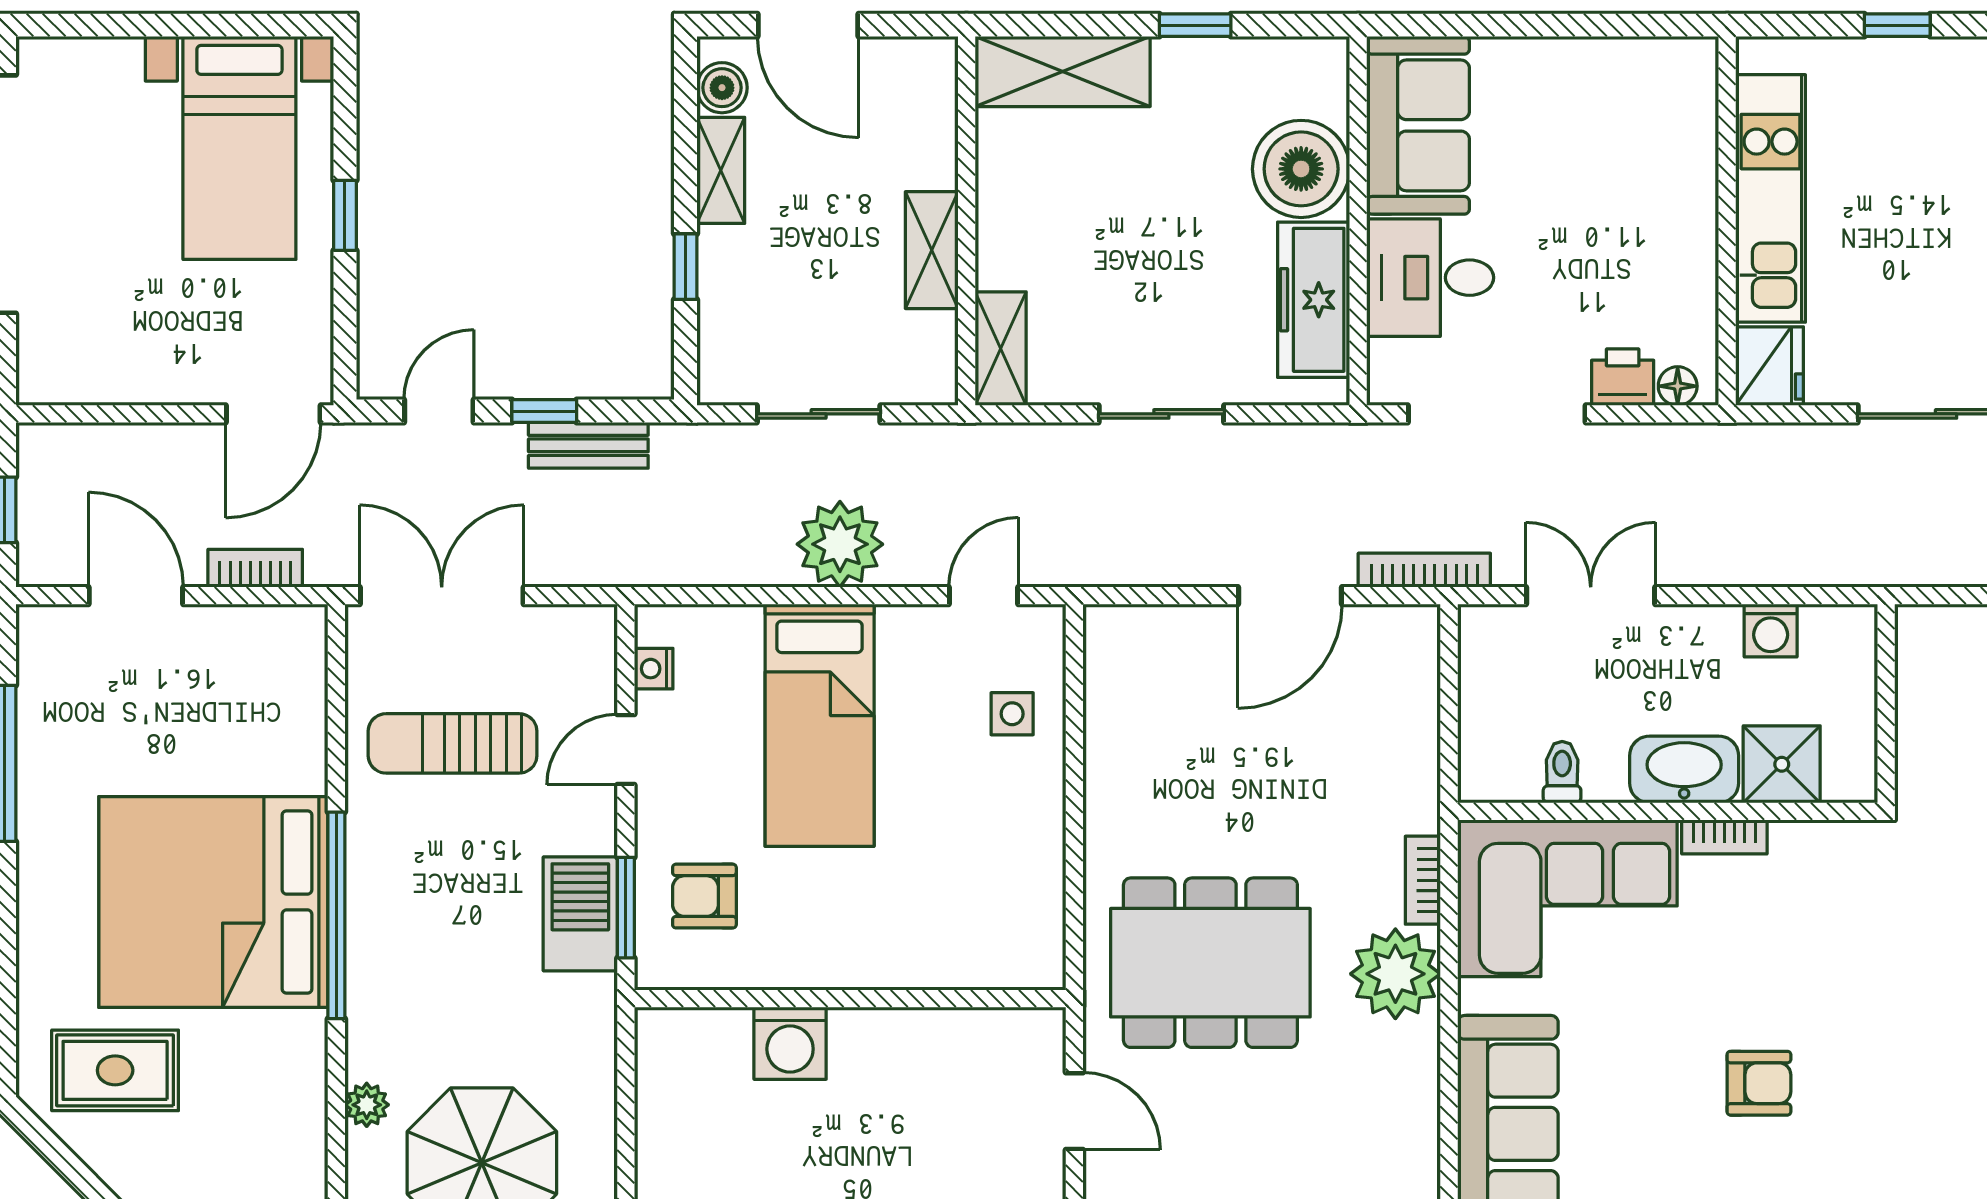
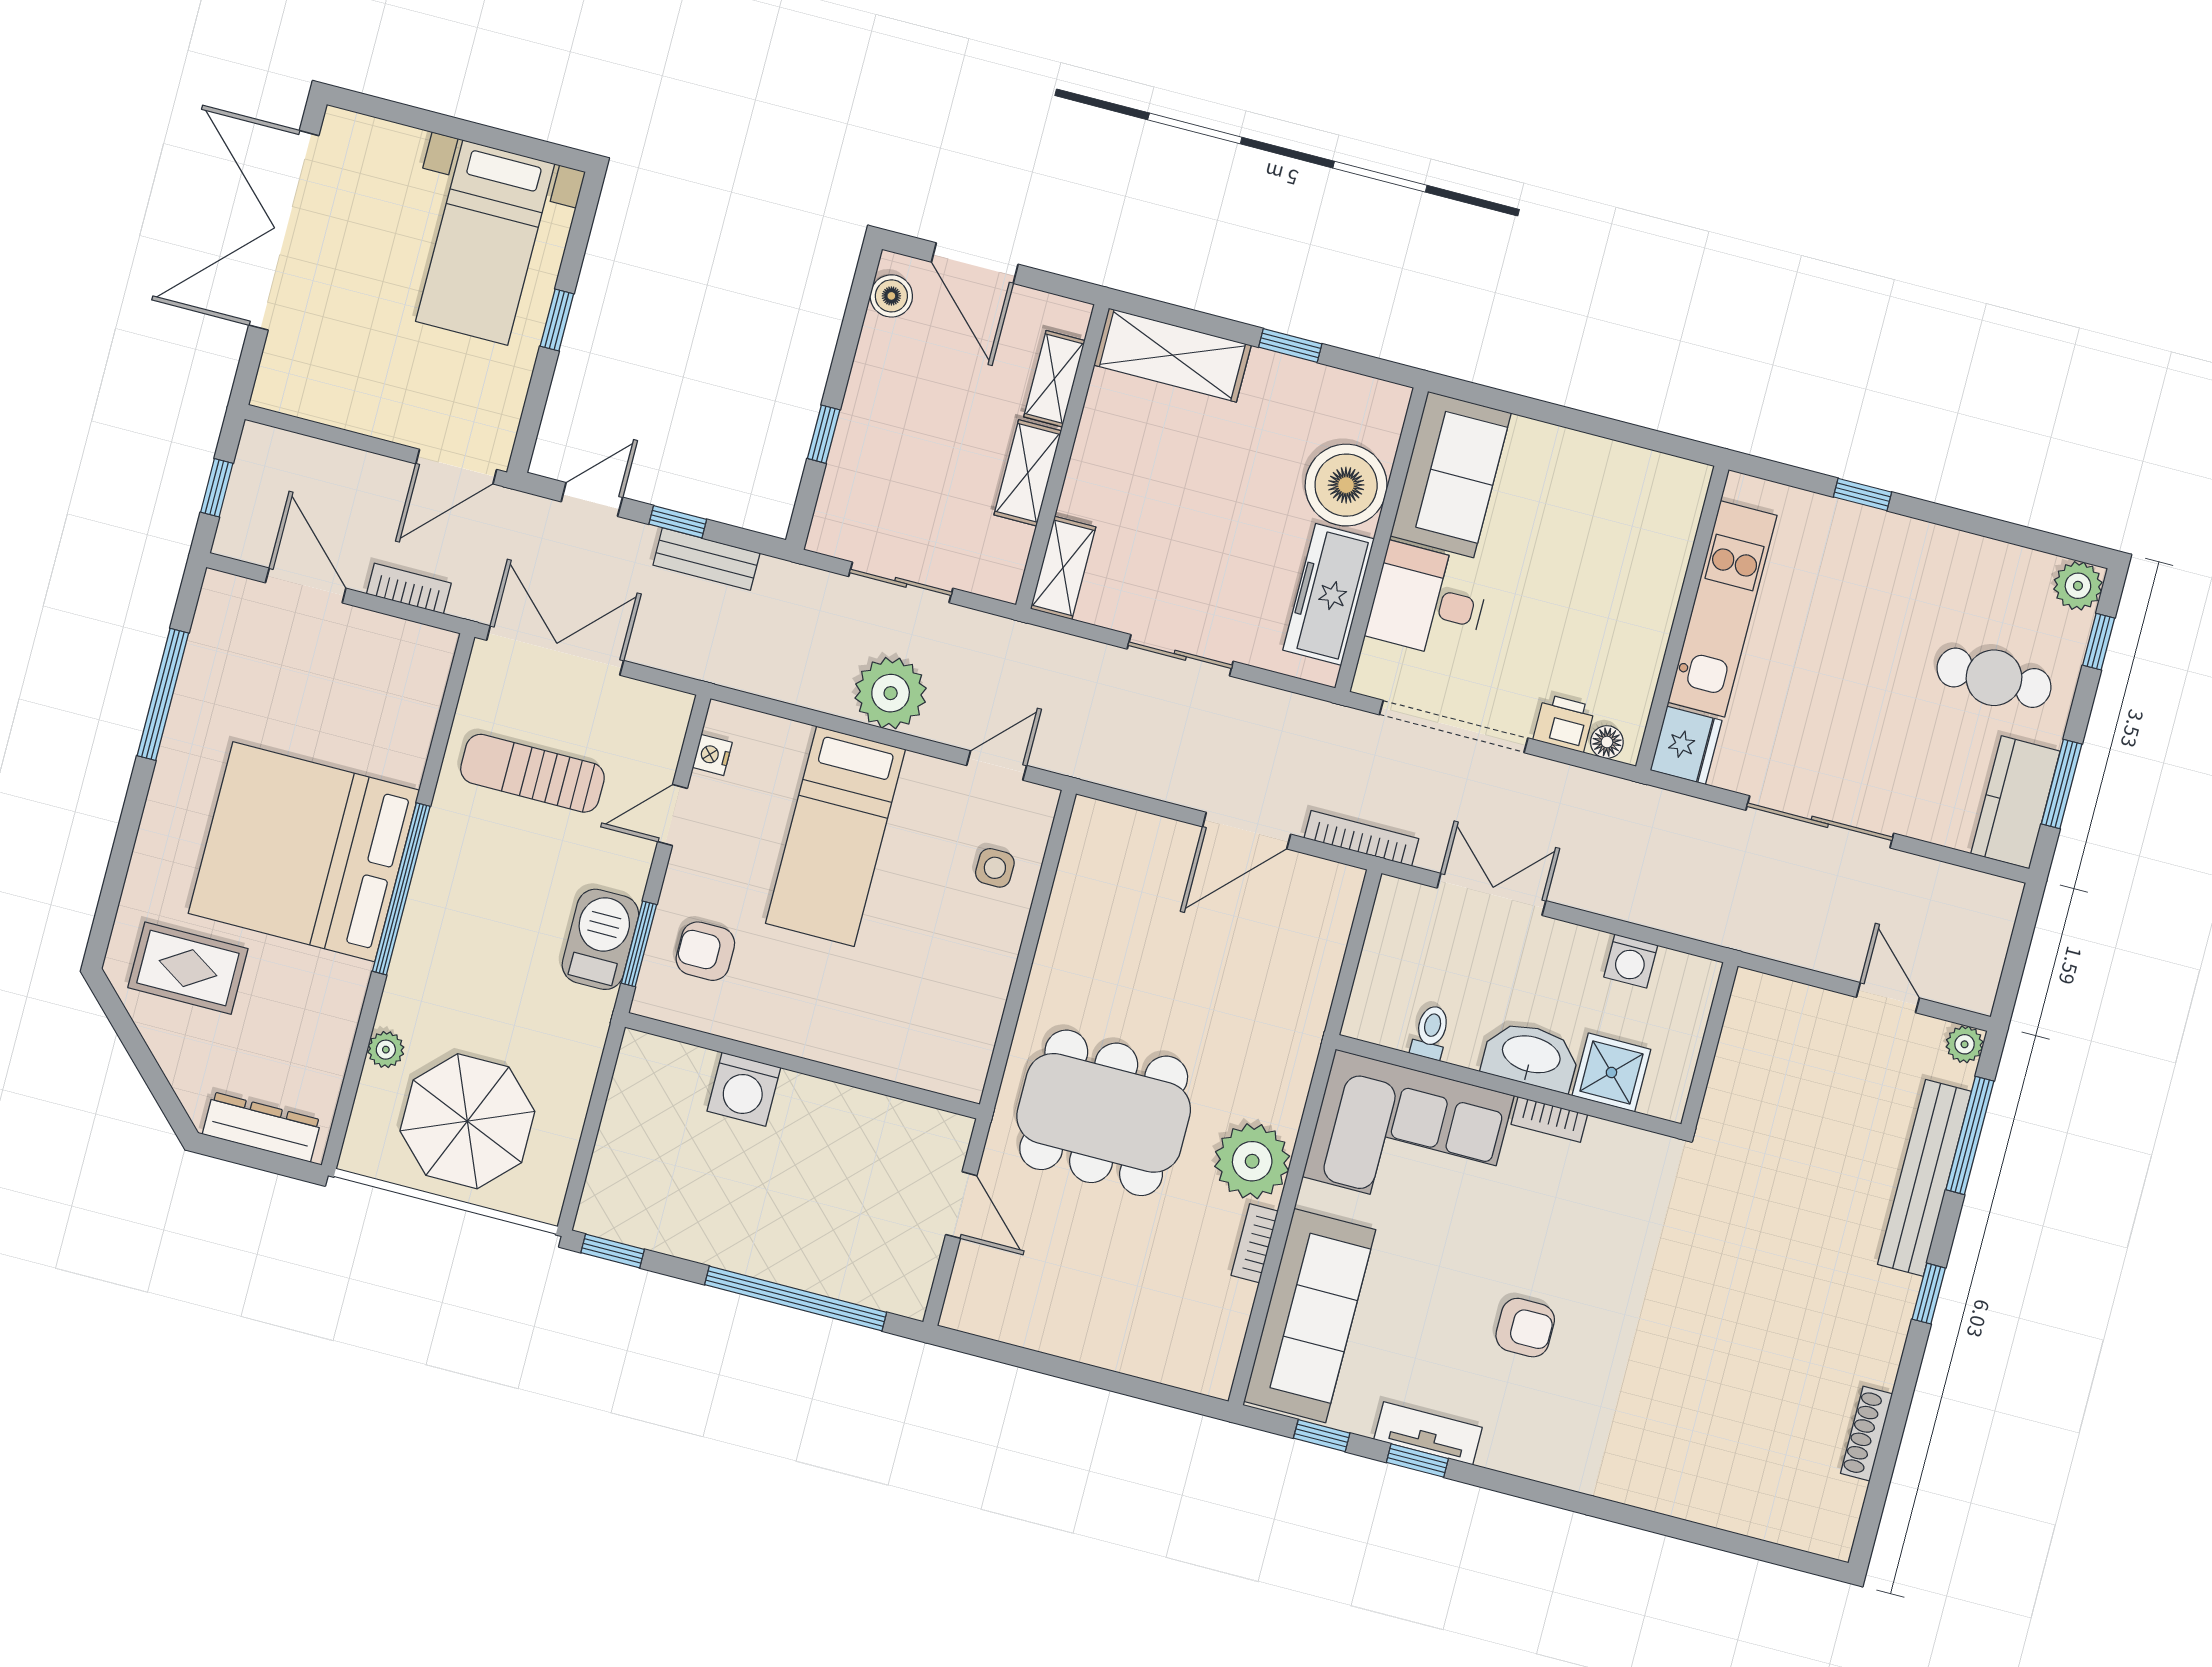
shelving: (721, 170) -> (1054, 379), moved
bookcase: (1423, 880) -> (1255, 1243), moved

